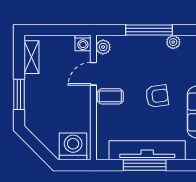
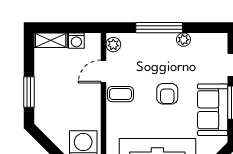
washing machine: (83, 43) -> (76, 41), moved
shelving: (32, 57) -> (51, 40), moved, turned 90
armchair: (157, 96) -> (167, 94), turned 98

